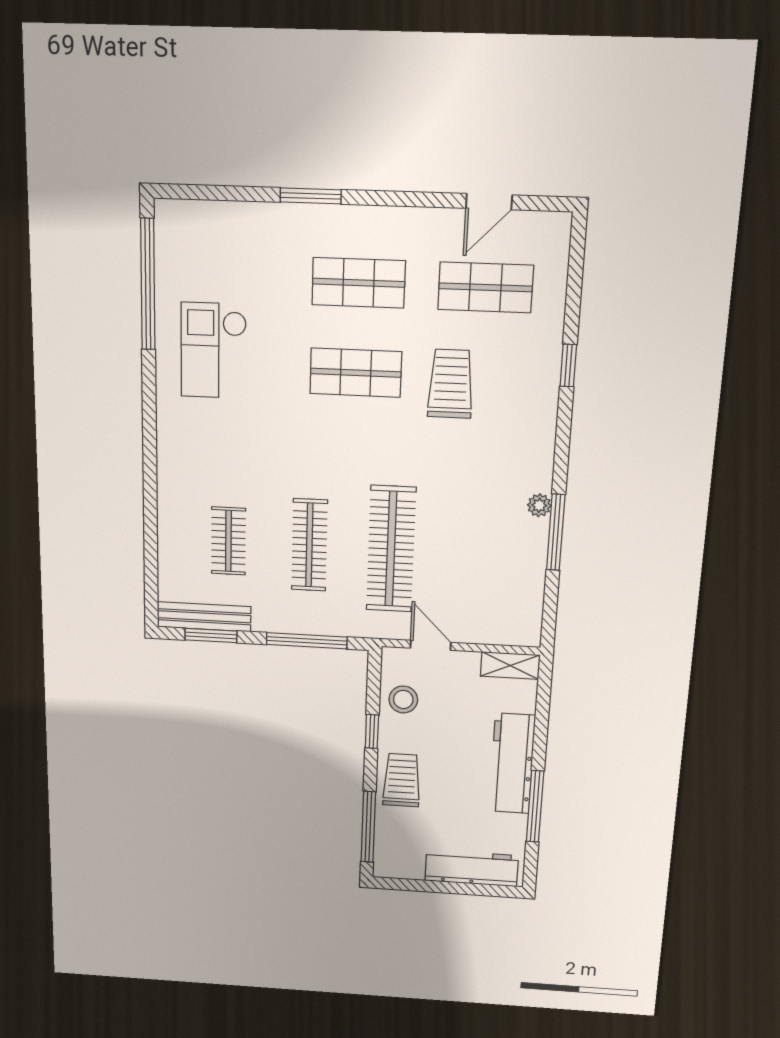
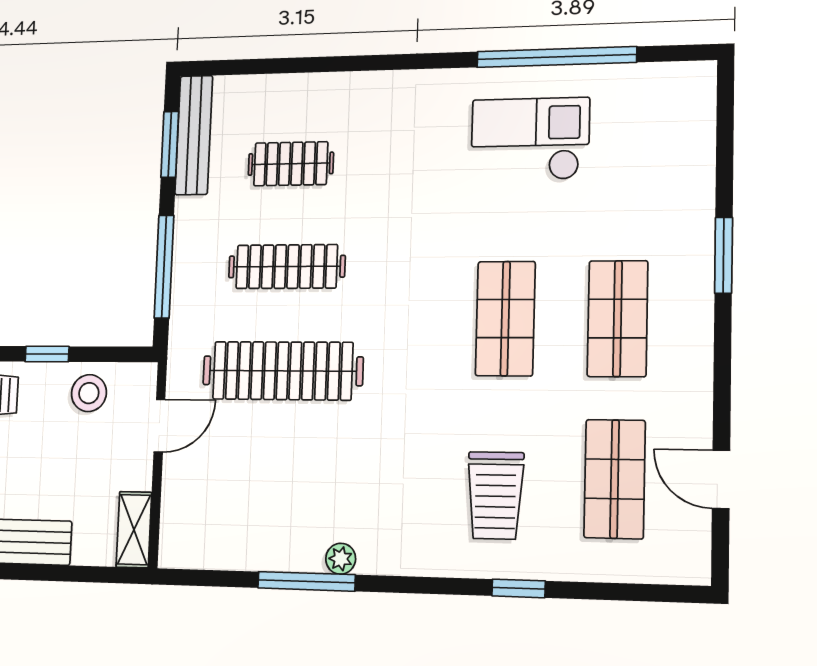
window: (148, 284) -> (556, 57), moved
trolley: (451, 384) -> (495, 495), moved, turned 90

